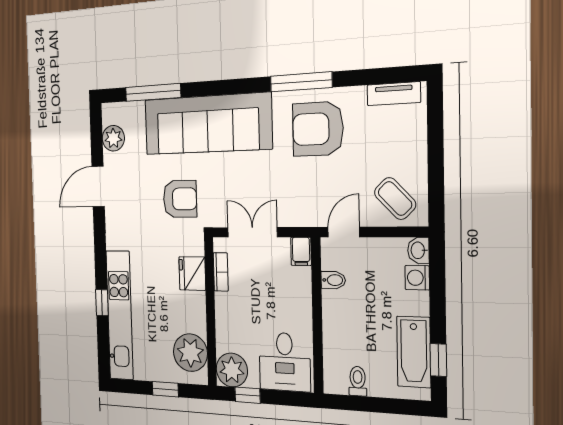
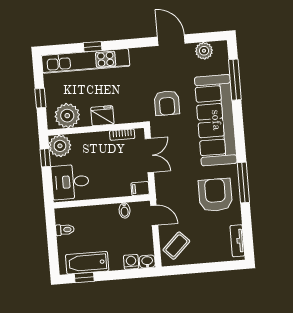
fridge: (192, 274) -> (102, 116), moved

